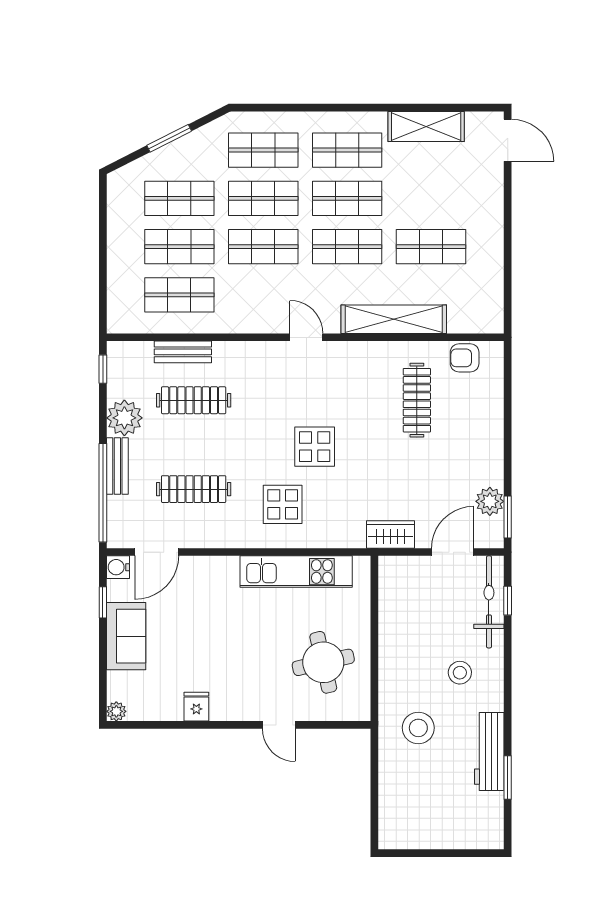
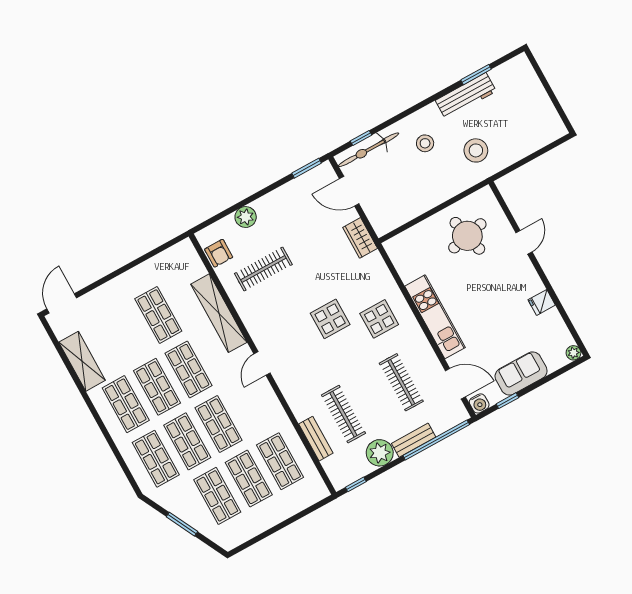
plant: (490, 501) -> (246, 217), moved
kitchen unit: (296, 572) -> (435, 317), moved

